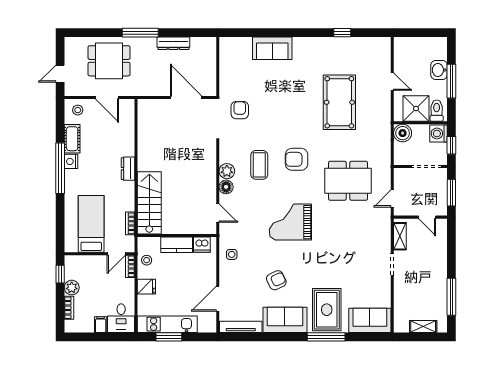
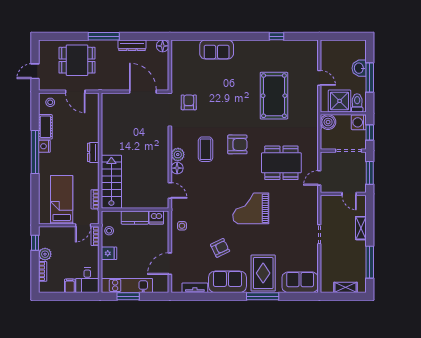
floor lamp: (209, 44) -> (163, 46), added
armchair: (297, 159) -> (237, 144), turned 180
grand piano: (290, 222) -> (251, 208), moved
shelving: (400, 236) -> (361, 228), moved
tv unit: (241, 327) -> (195, 288), width x0.71

